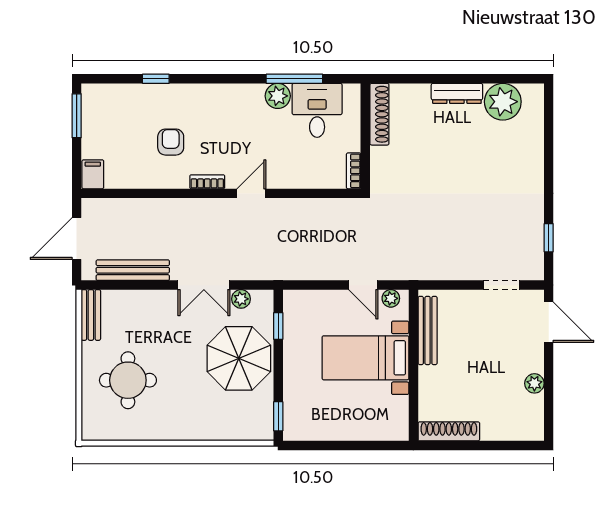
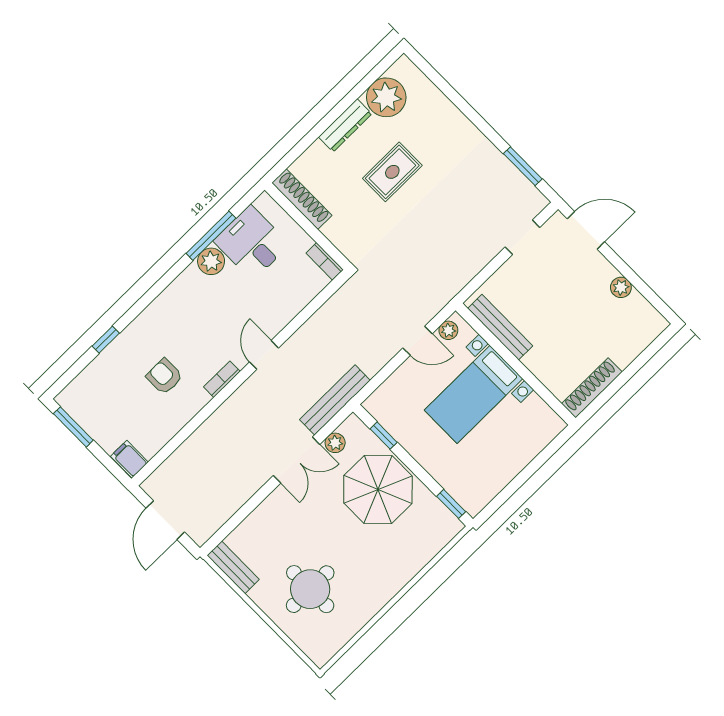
rug: (458, 156) -> (392, 172), added
window: (549, 238) -> (523, 166), width x1.50
bench: (133, 270) -> (335, 400), moved

